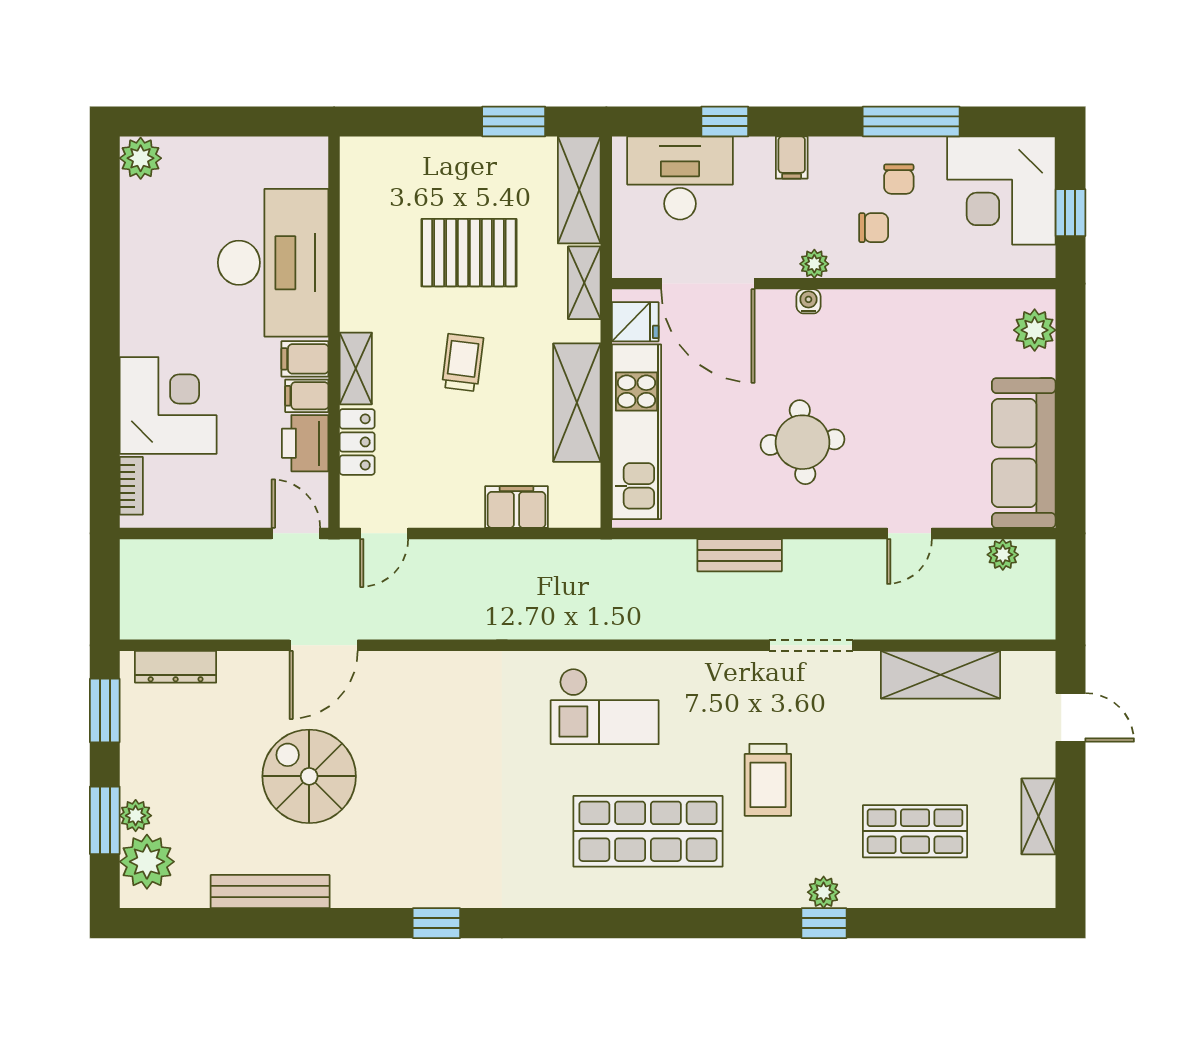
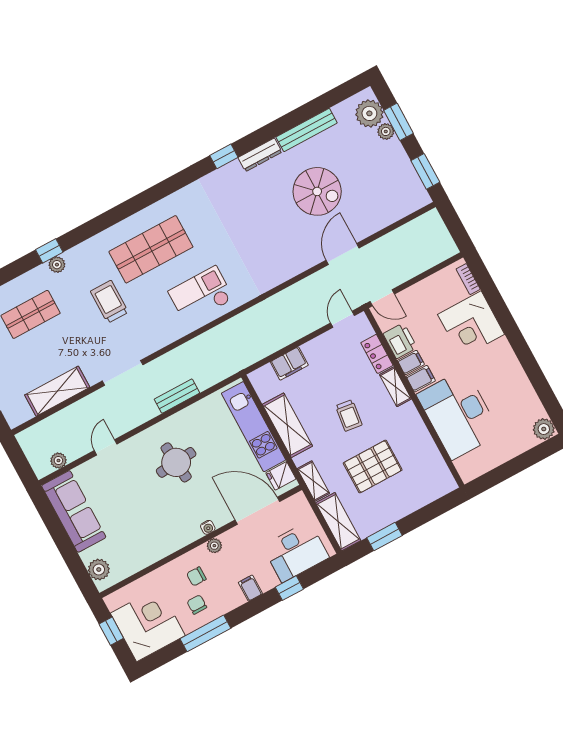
dresser: (176, 667) -> (260, 155), moved, turned 180

